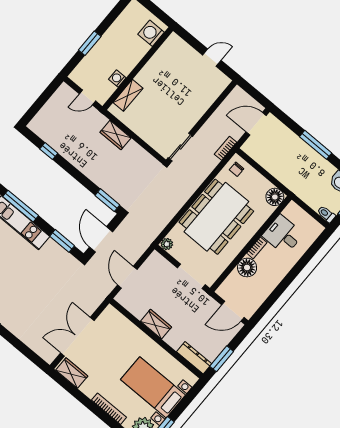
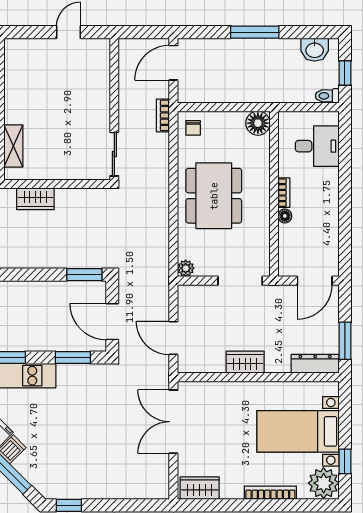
dining table: (216, 217) -> (214, 196), width x0.73, depth x0.80
desk: (283, 235) -> (317, 146), moved, turned 180
floor lamp: (247, 267) -> (285, 216), width x0.53, depth x0.53
double door: (77, 337) -> (173, 422), moved

